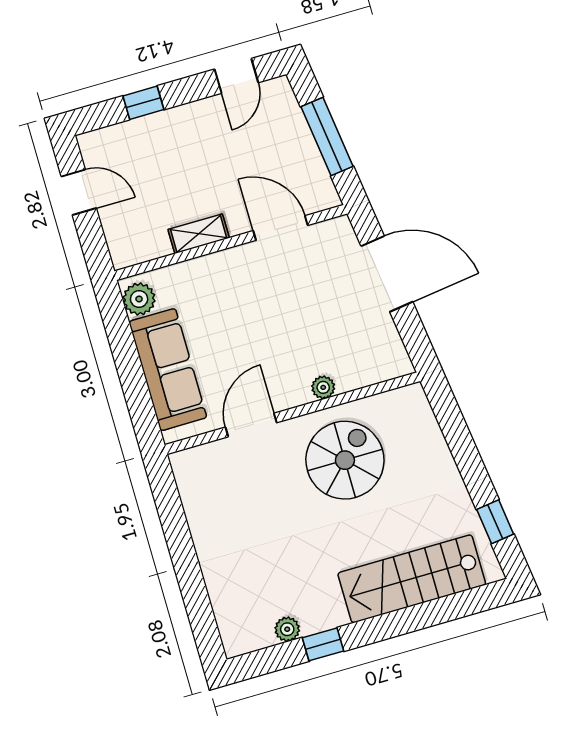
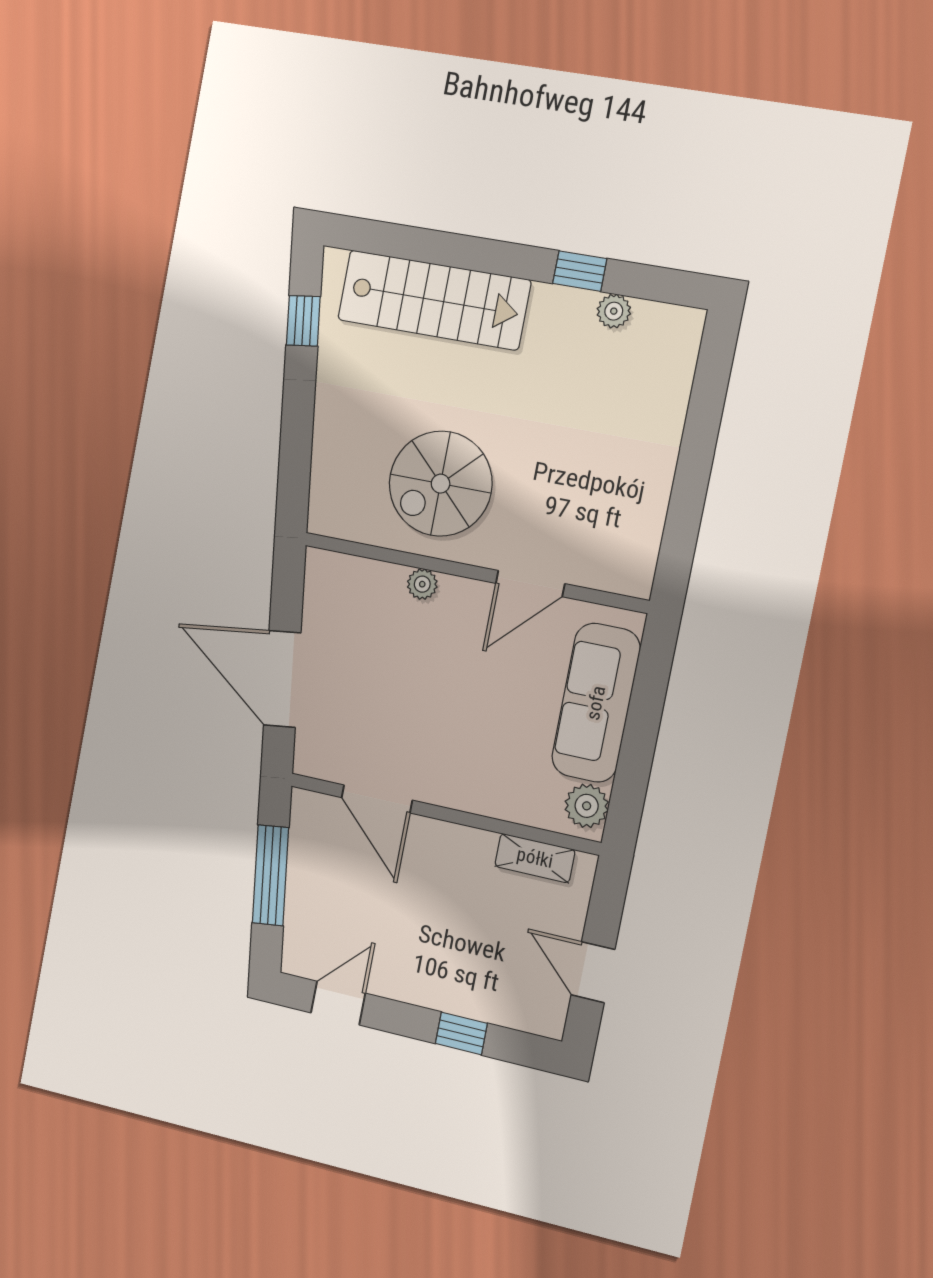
shelving: (199, 234) -> (535, 858), moved

